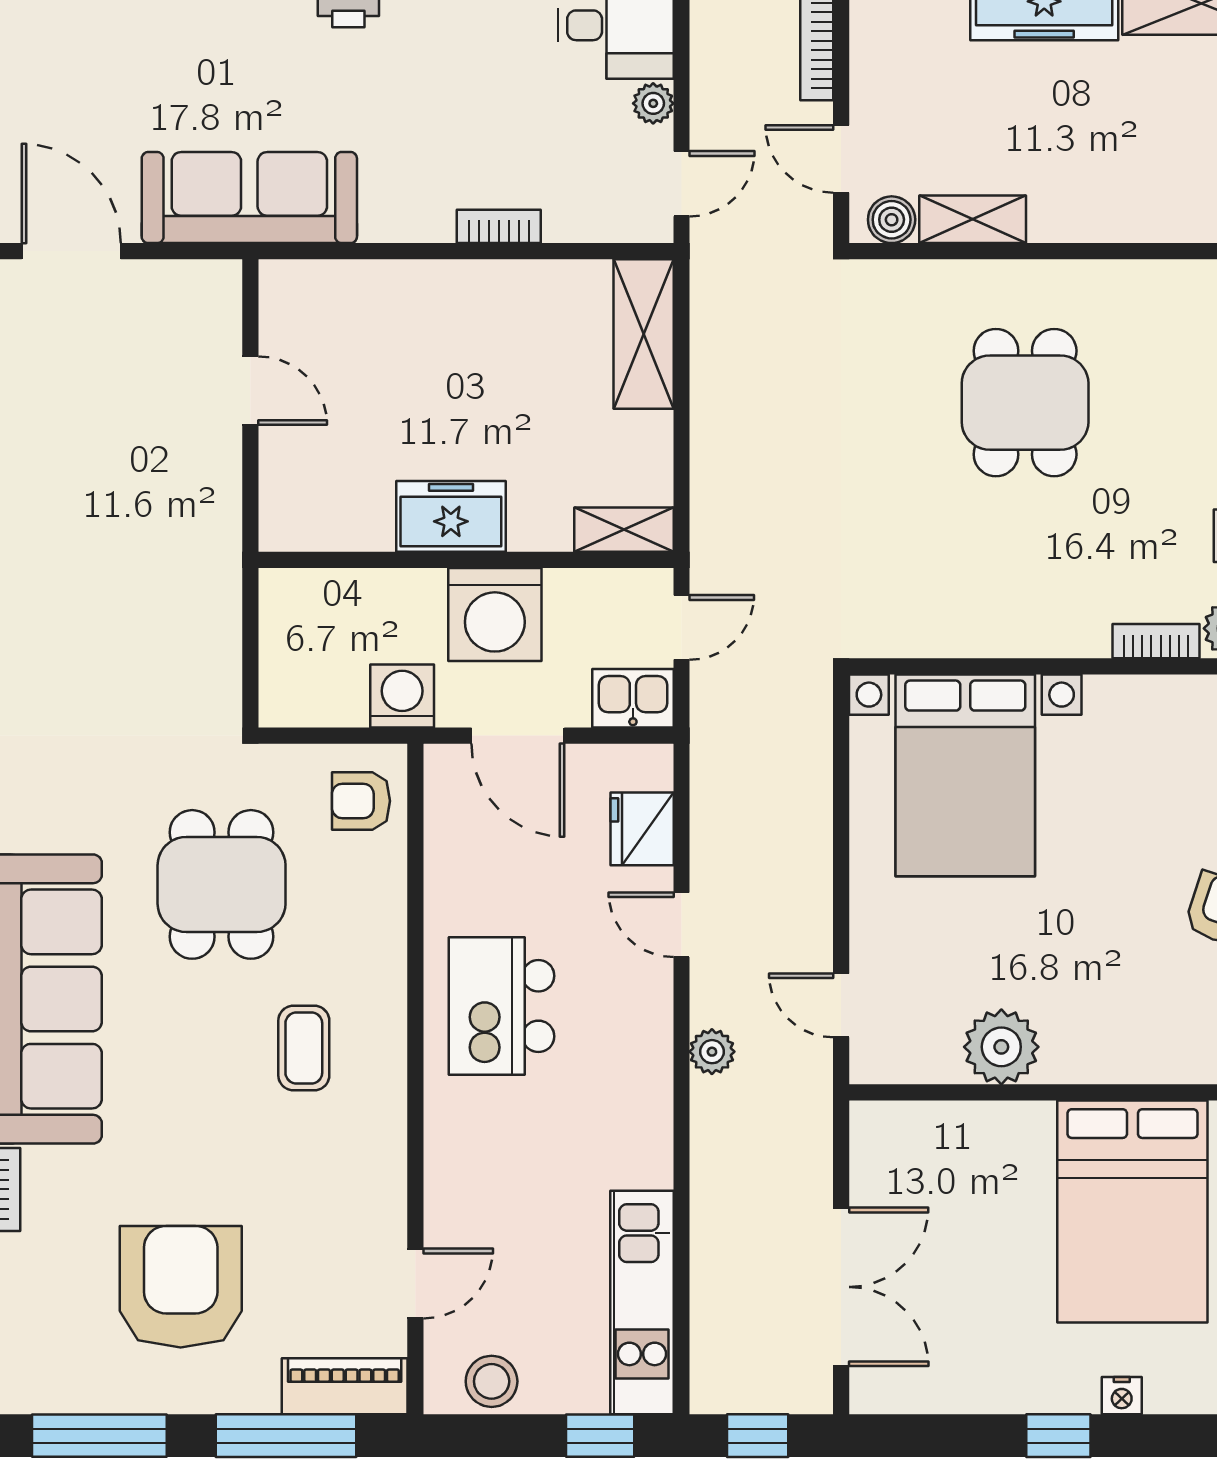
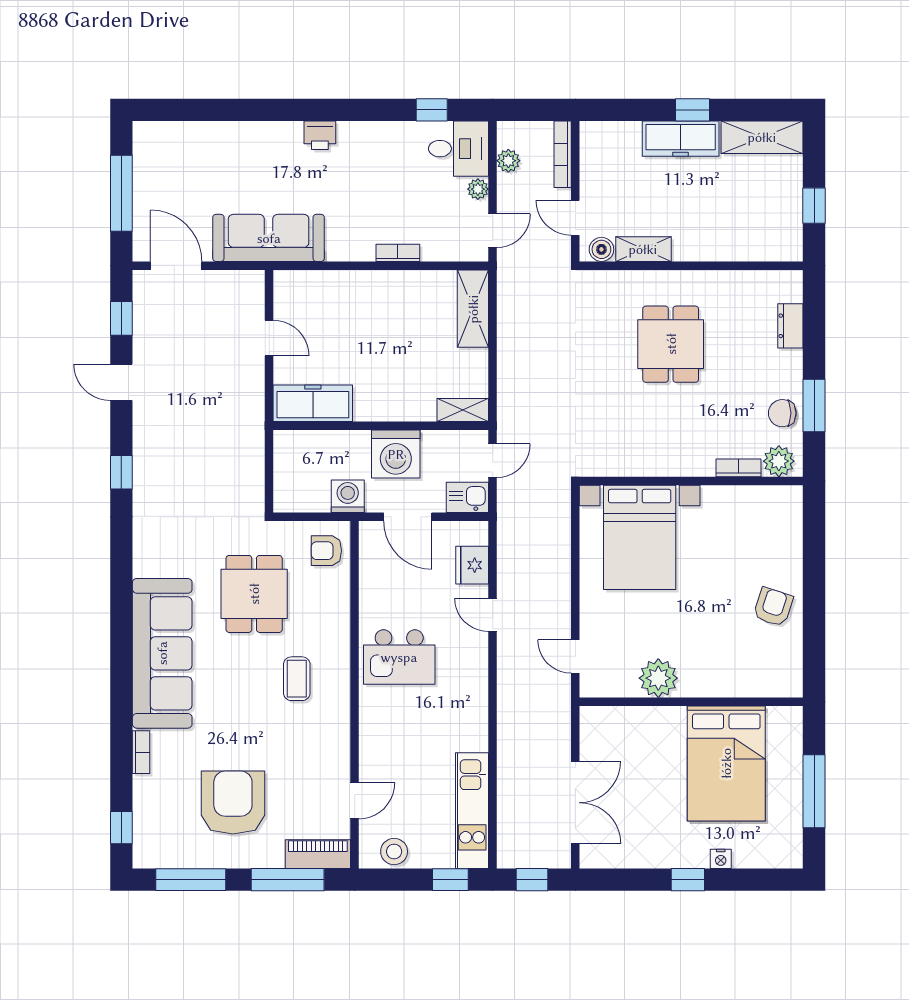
freezer: (451, 516) -> (313, 403), moved, width x1.40
kitchen island: (501, 1006) -> (399, 657), turned -90
plant: (712, 1052) -> (508, 161), moved

